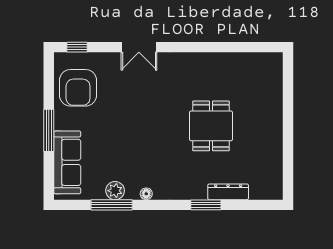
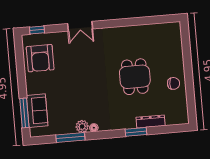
window: (49, 130) -> (24, 113), moved
chair: (265, 140) -> (173, 83), added
sofa: (67, 162) -> (37, 111), width x0.73
plant: (115, 191) -> (82, 126), moved

